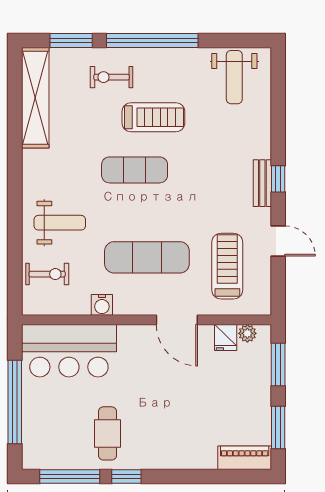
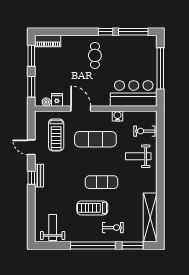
cafe table: (108, 433) -> (95, 55), moved

